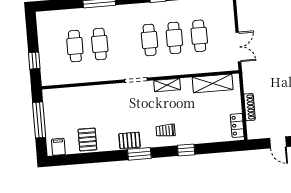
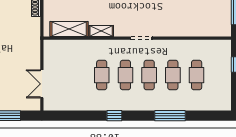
cafe table: (199, 36) -> (149, 75), moved
double door: (238, 47) -> (42, 84), moved
shelving: (167, 85) -> (101, 31), moved

